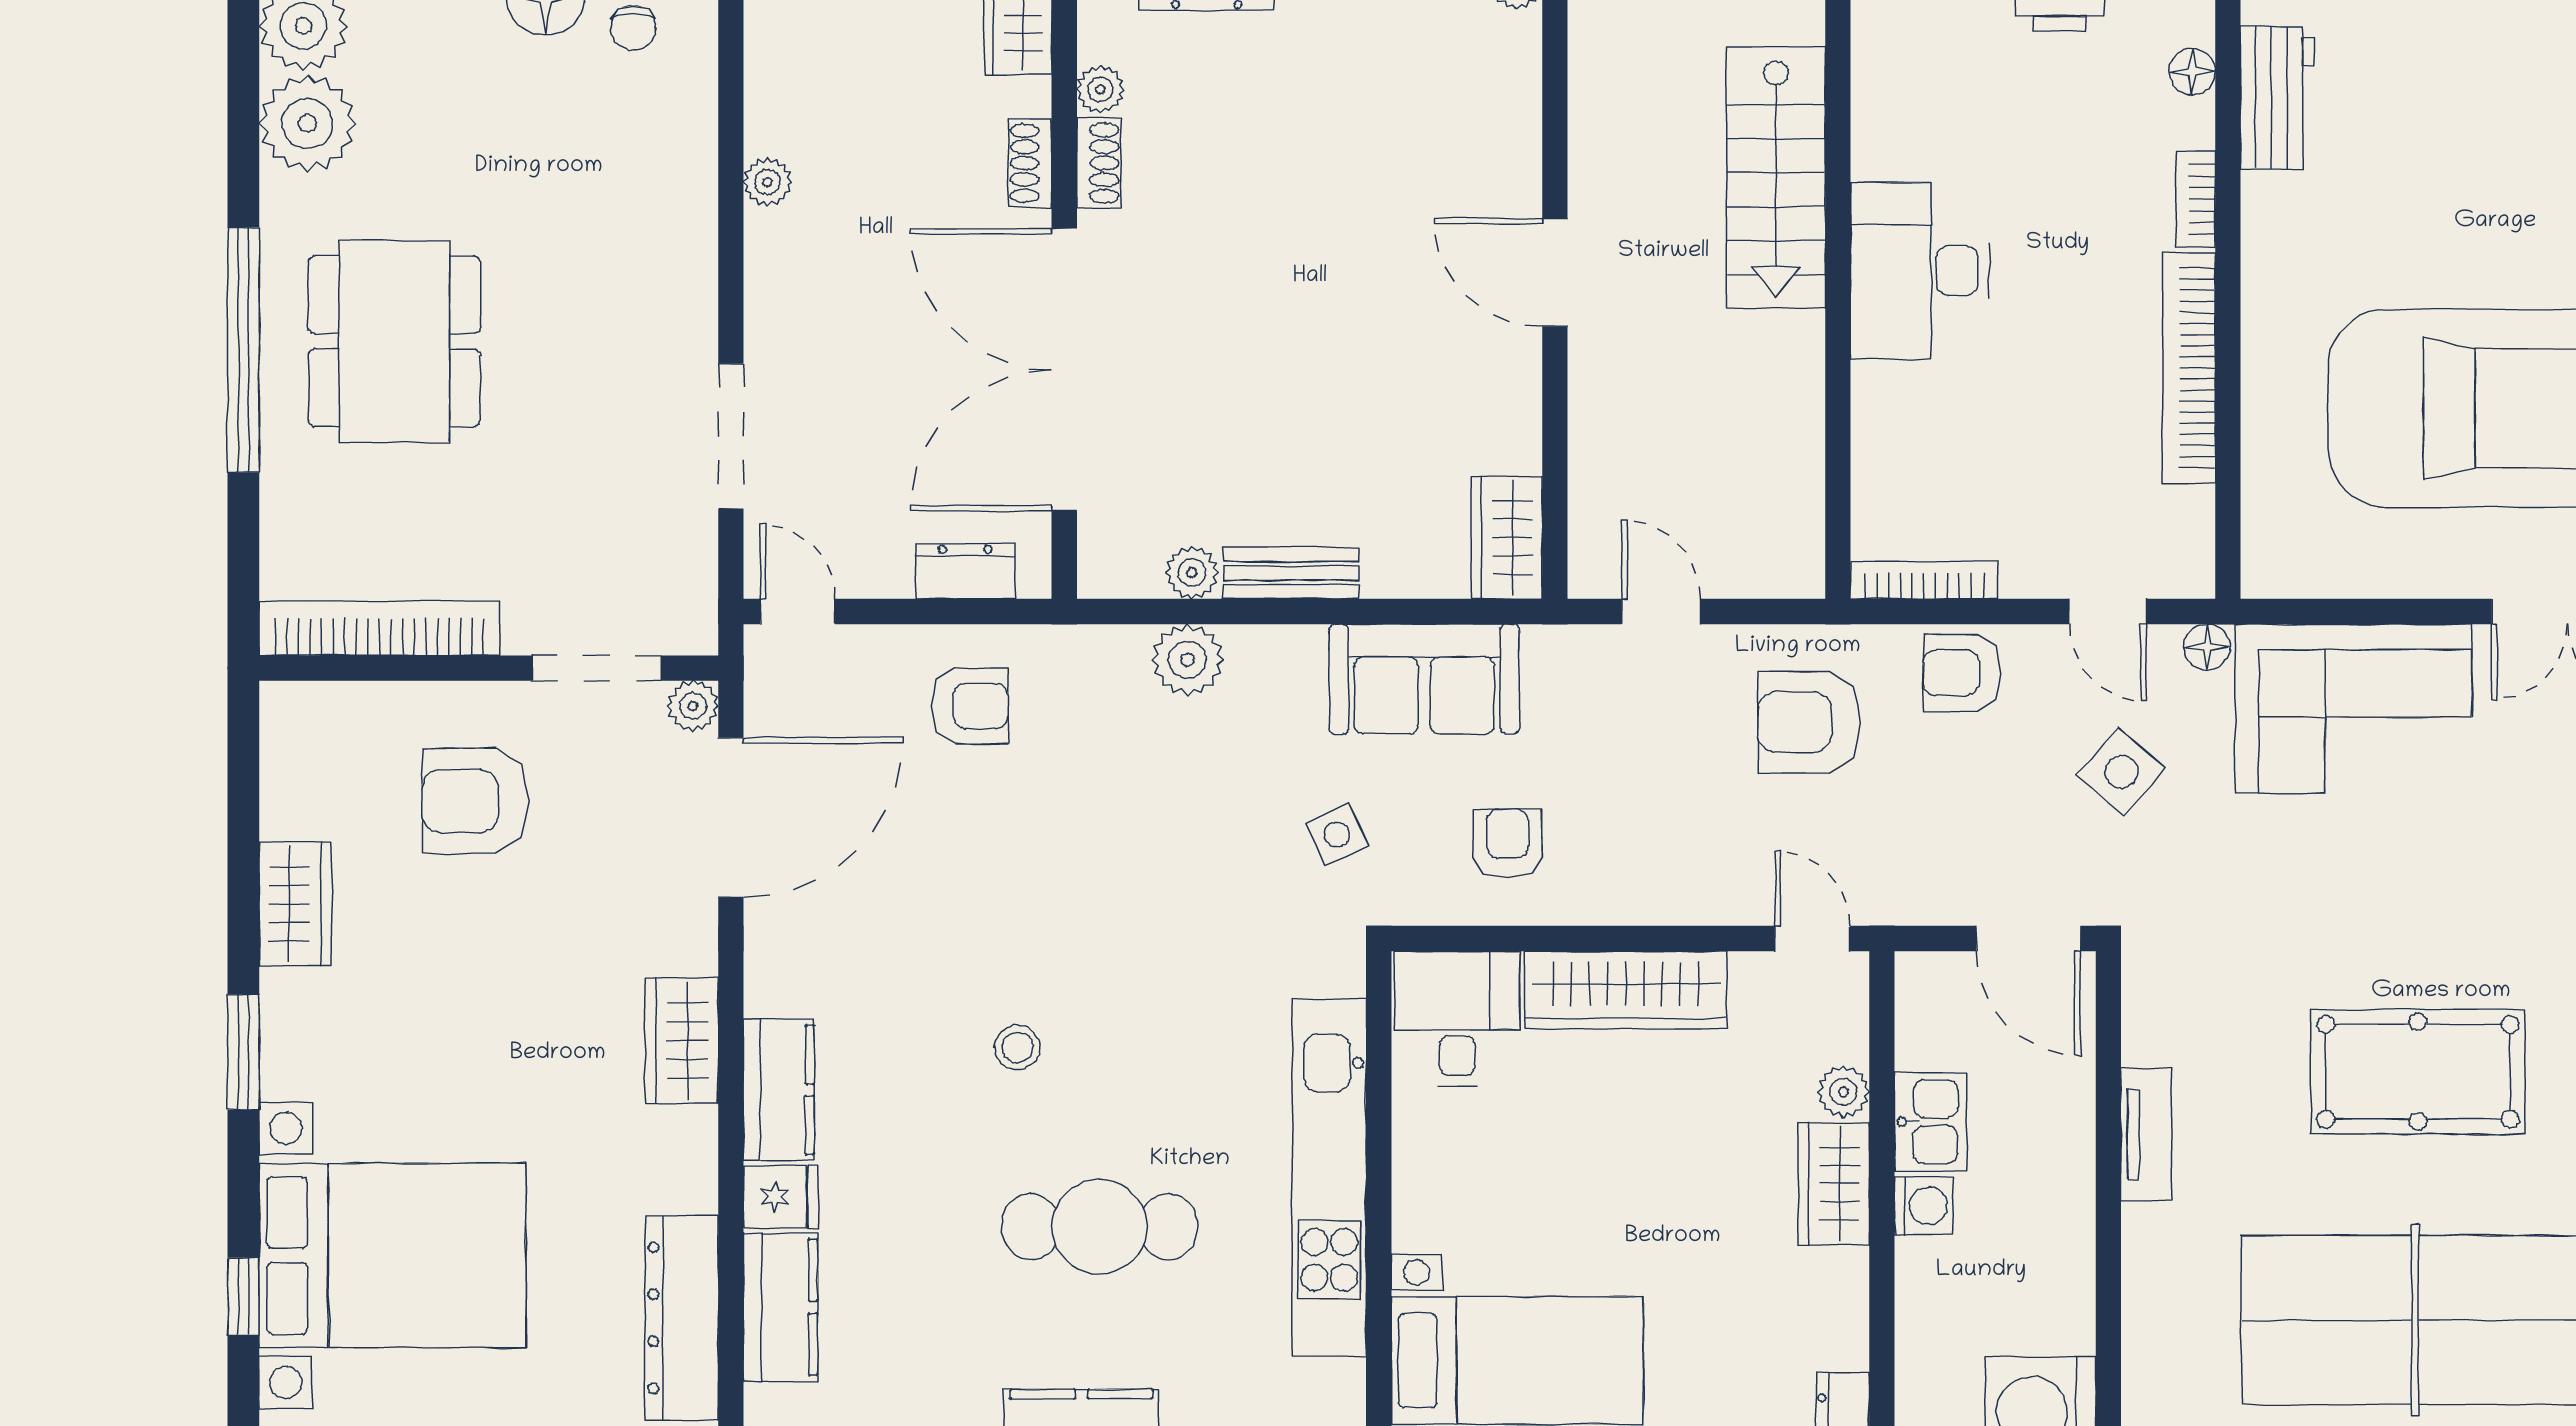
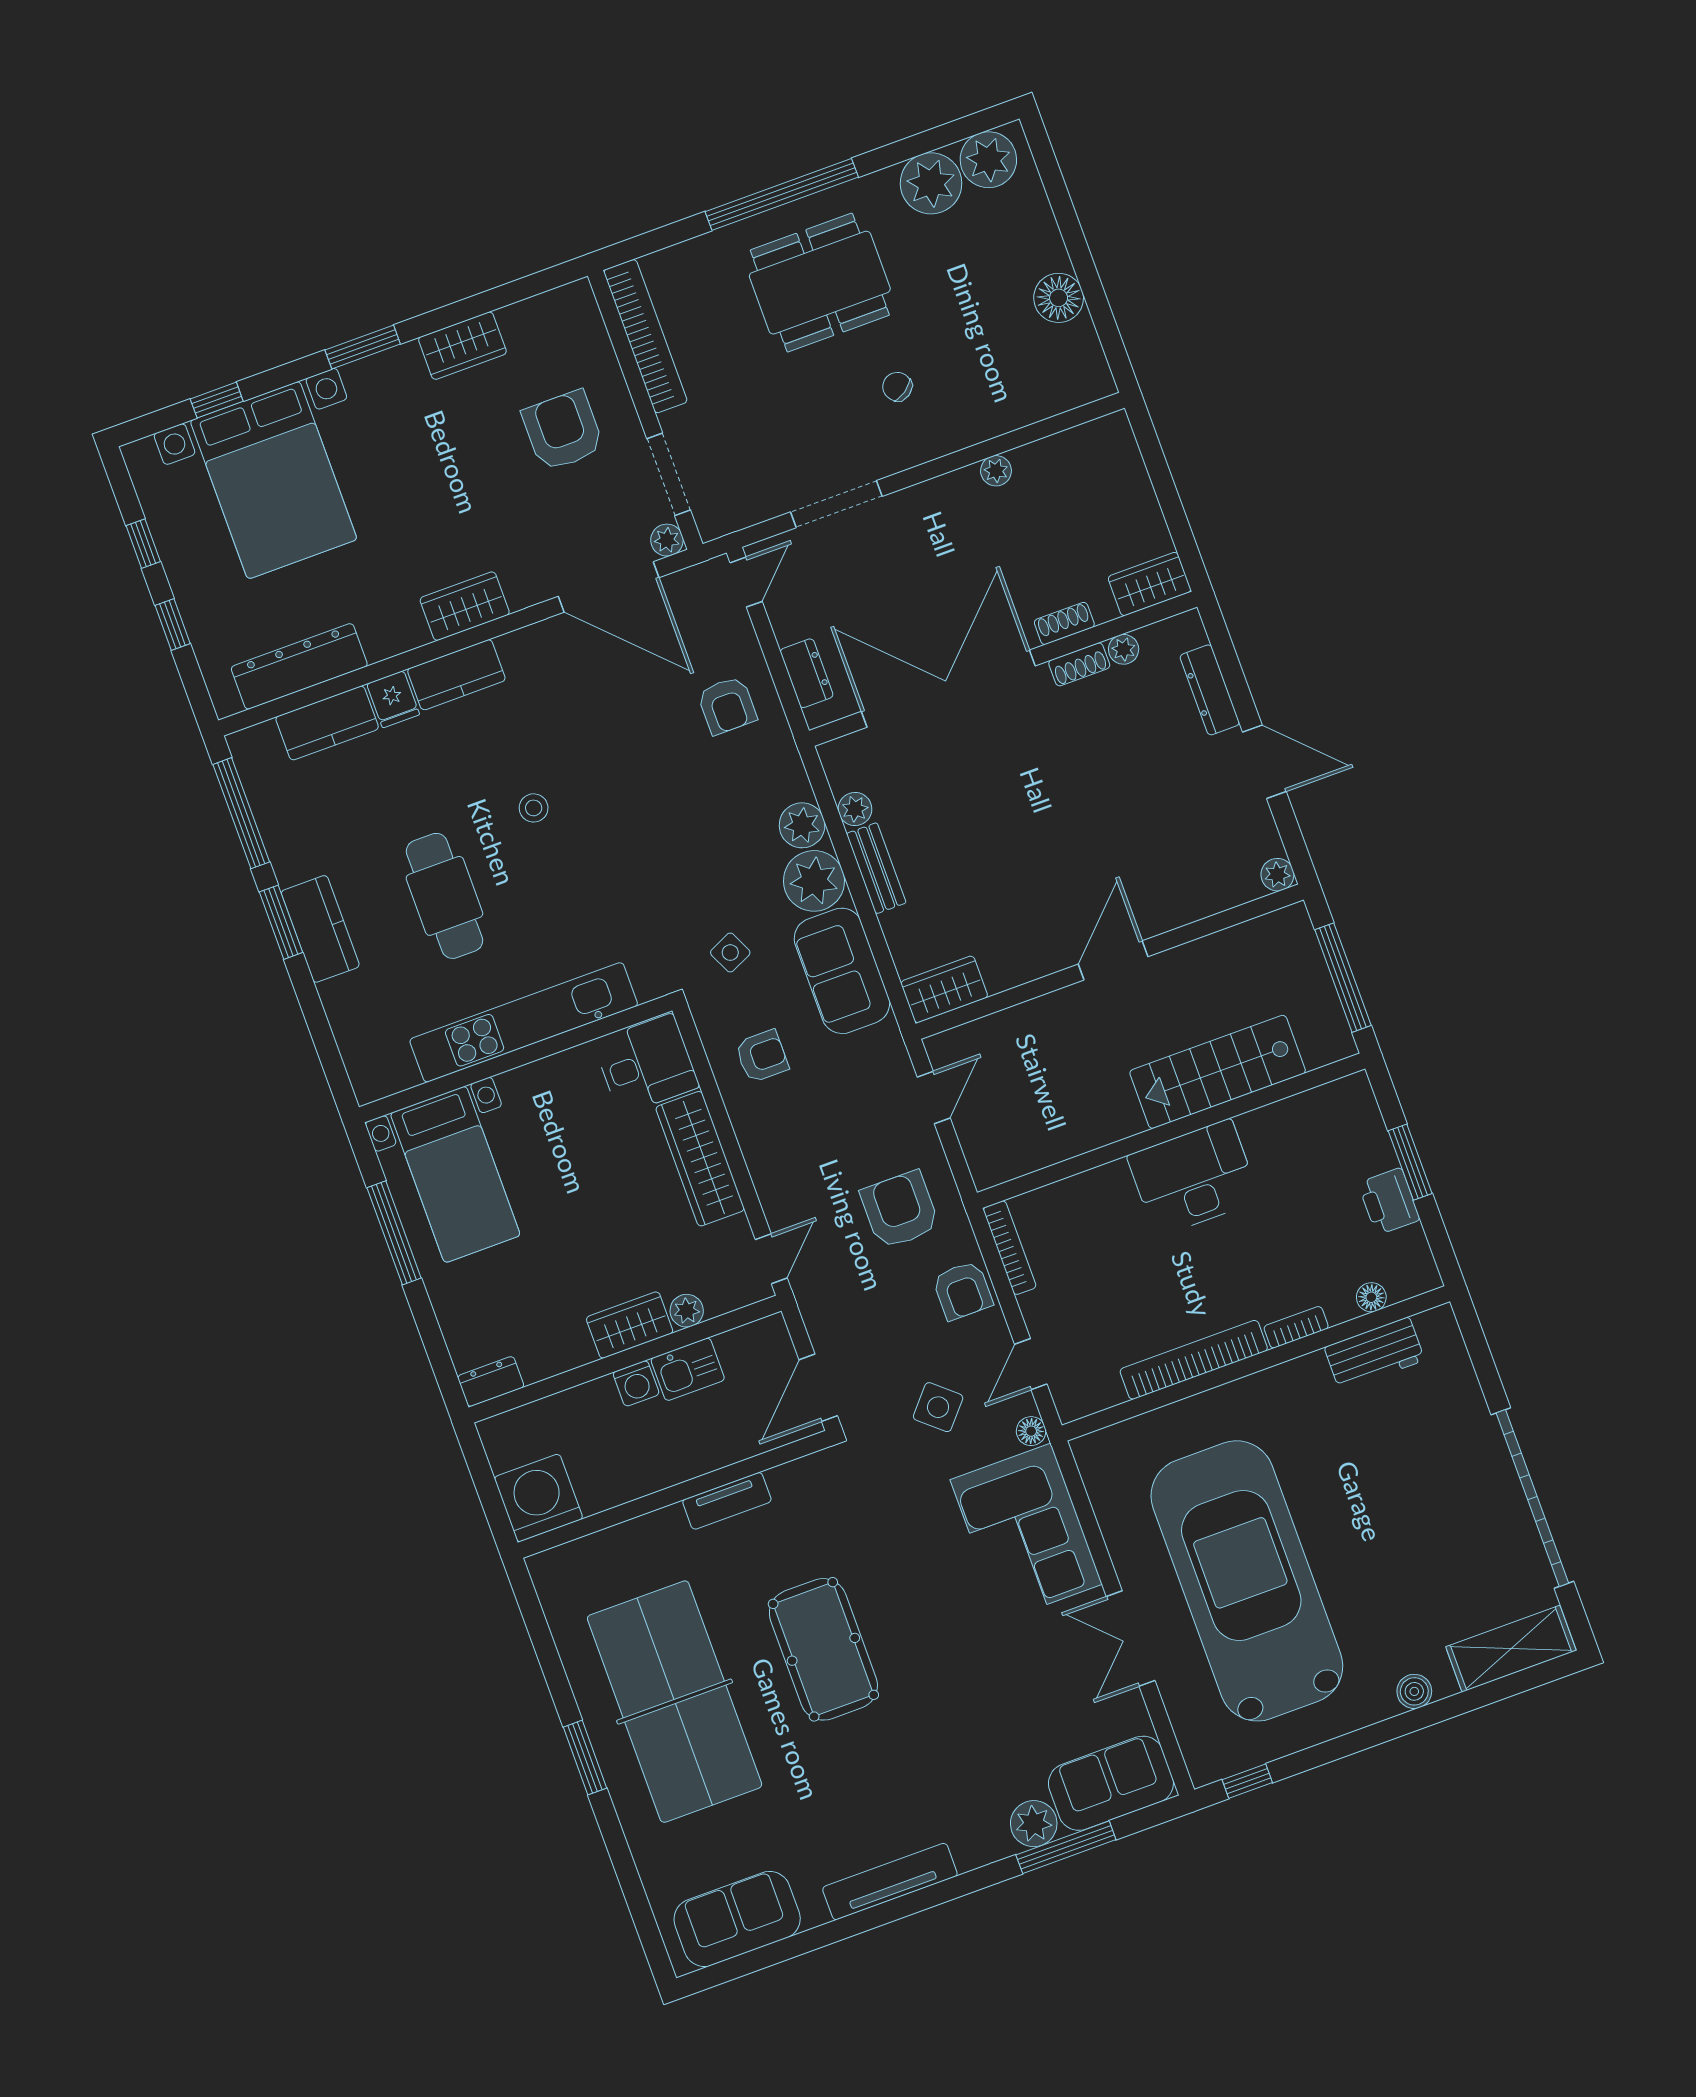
chair: (633, 28) -> (897, 387), moved, turned 55
plant: (1276, 672) -> (814, 881), added
armchair: (1962, 673) -> (963, 1291), turned 180

